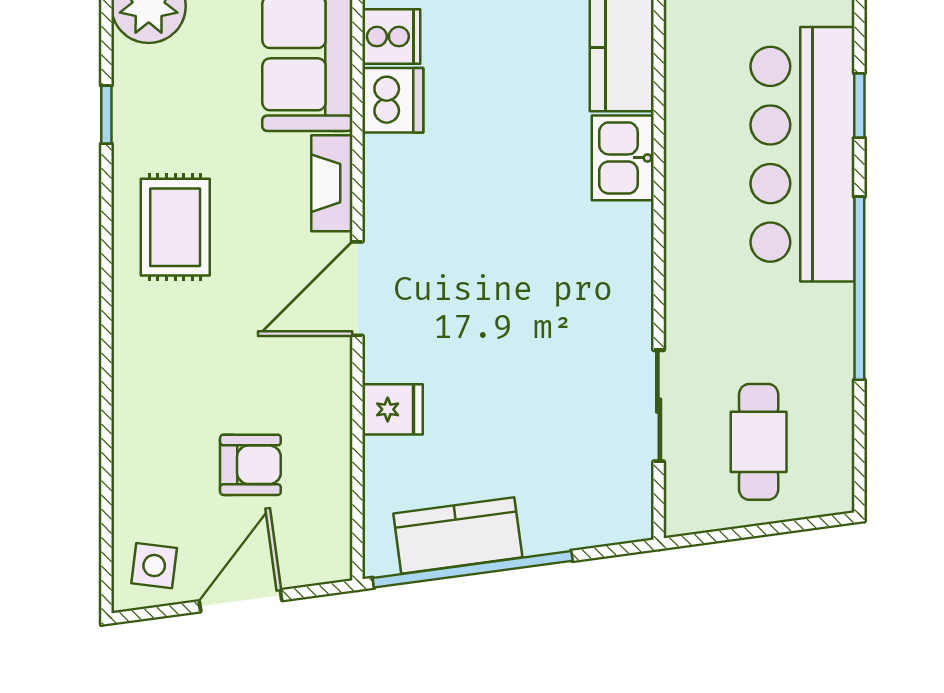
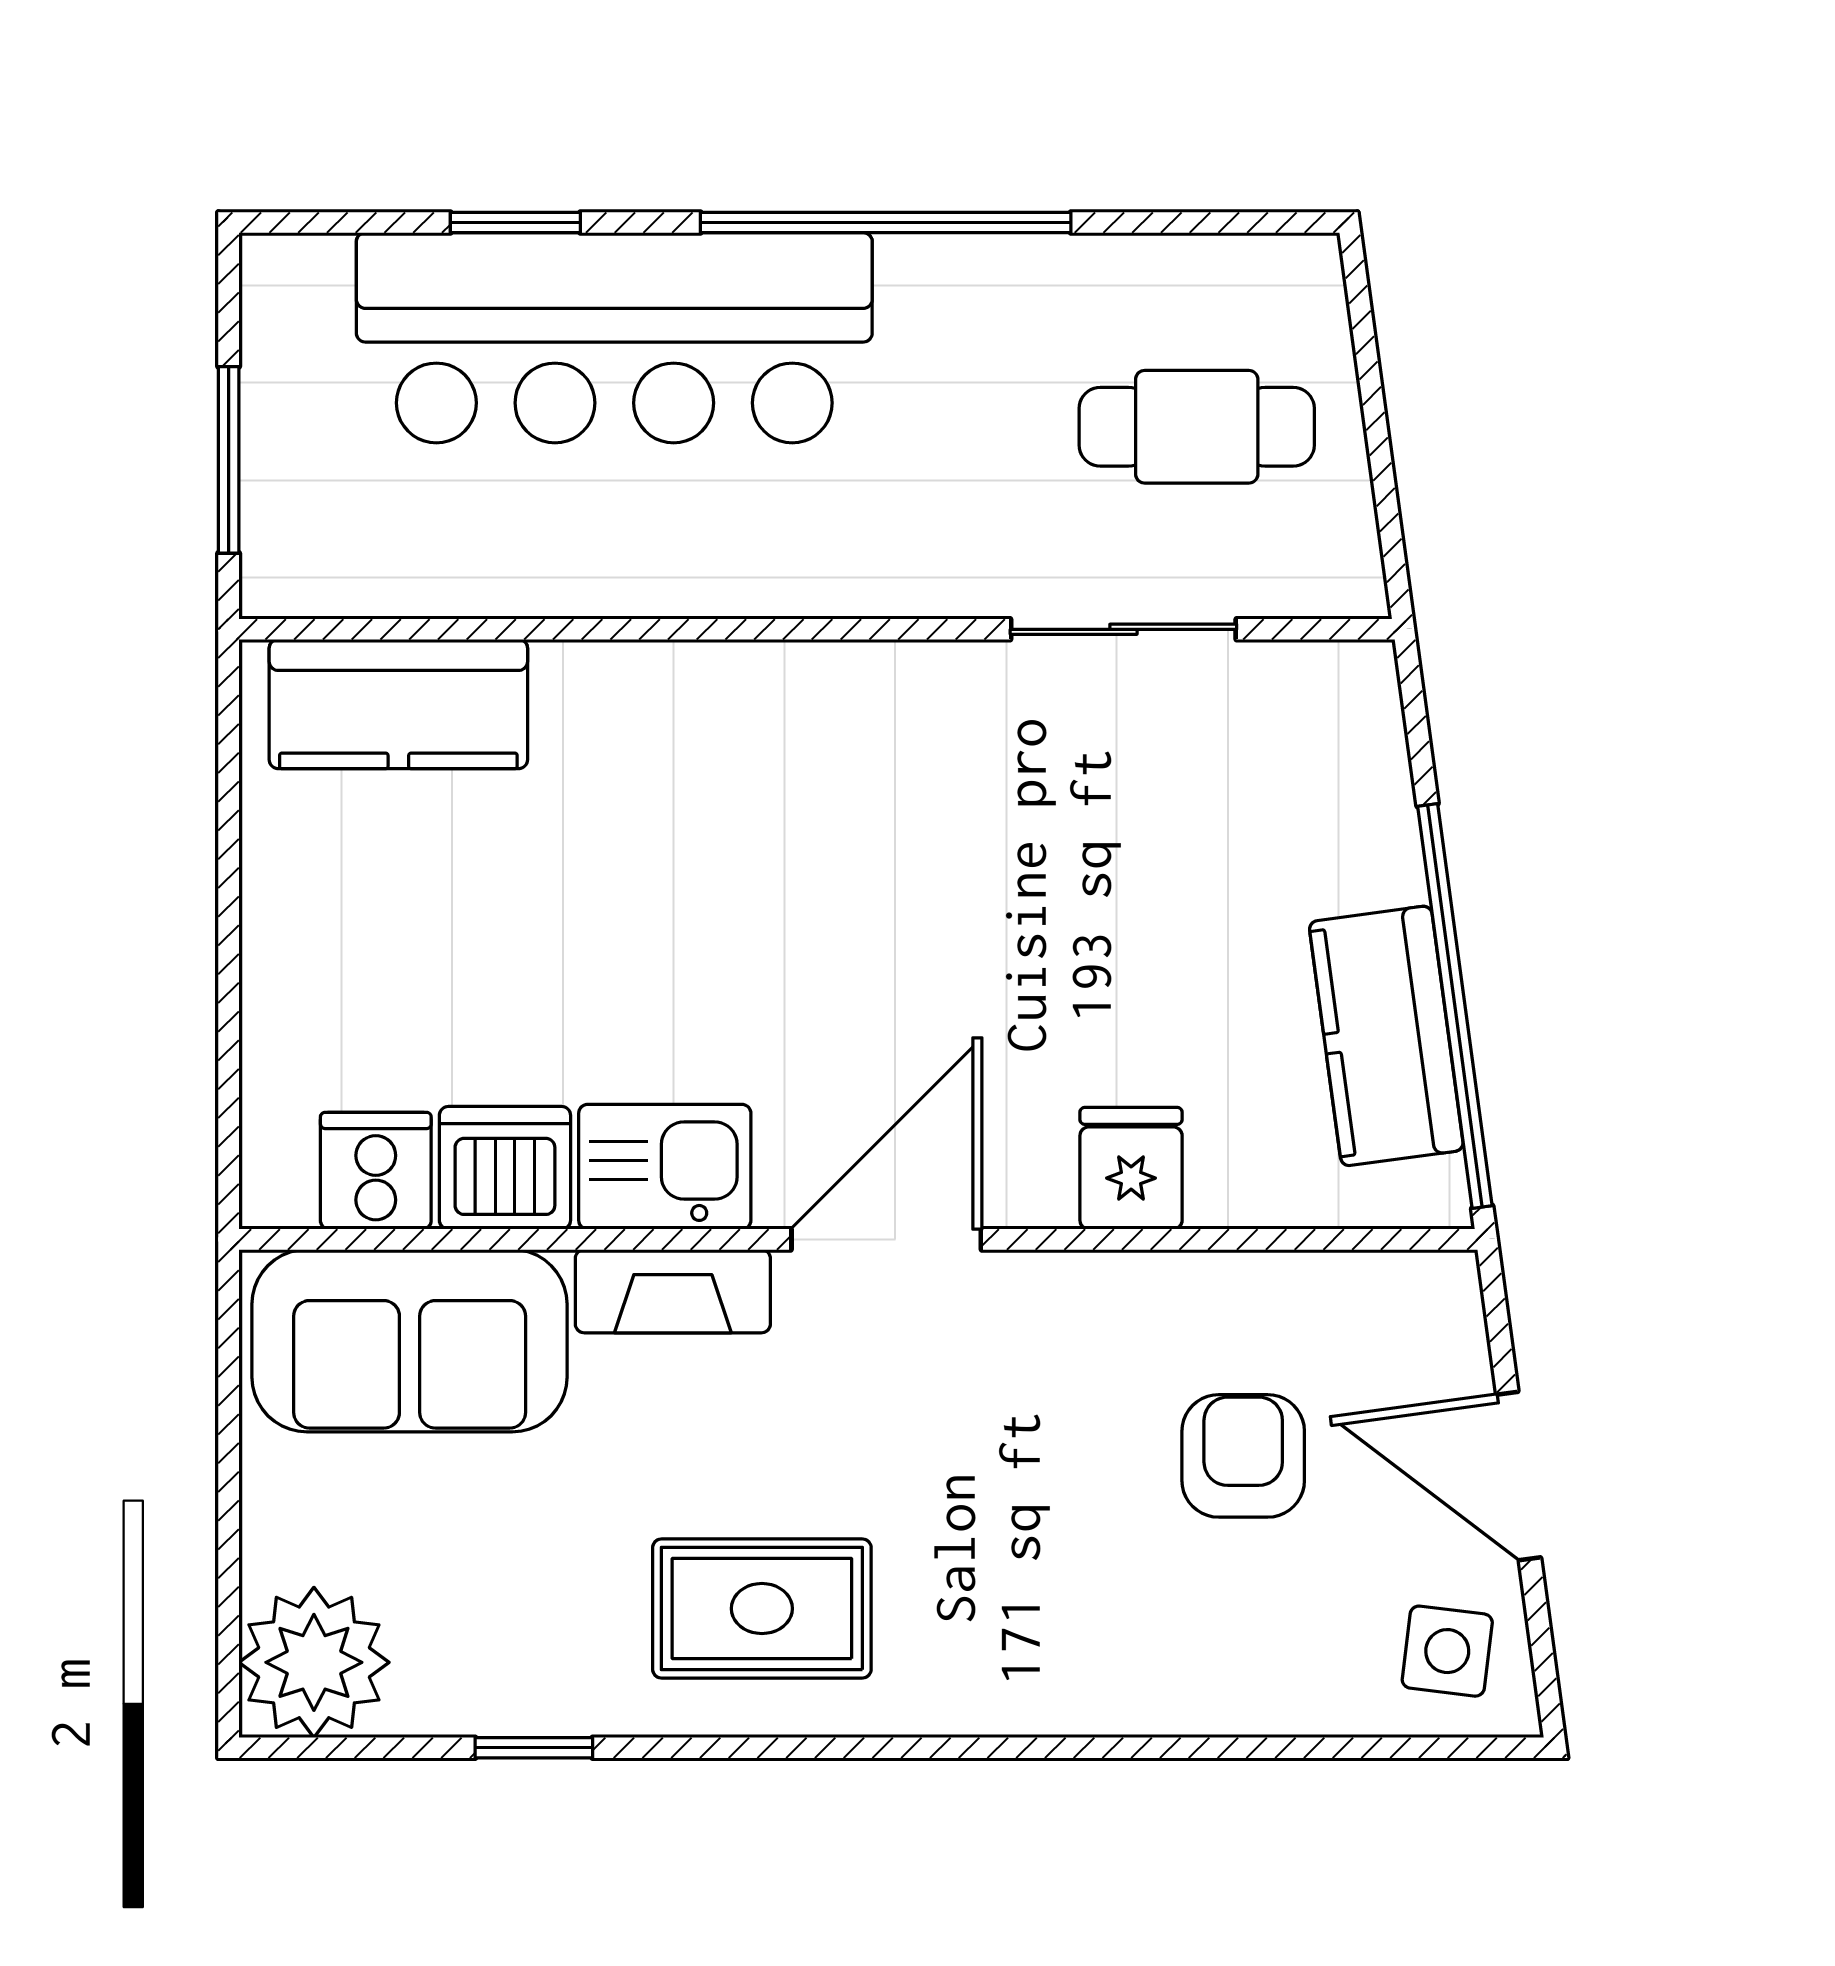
kitchen sink: (623, 158) -> (665, 1167), moved, turned 180
door: (357, 289) -> (886, 1239), swing flipped

